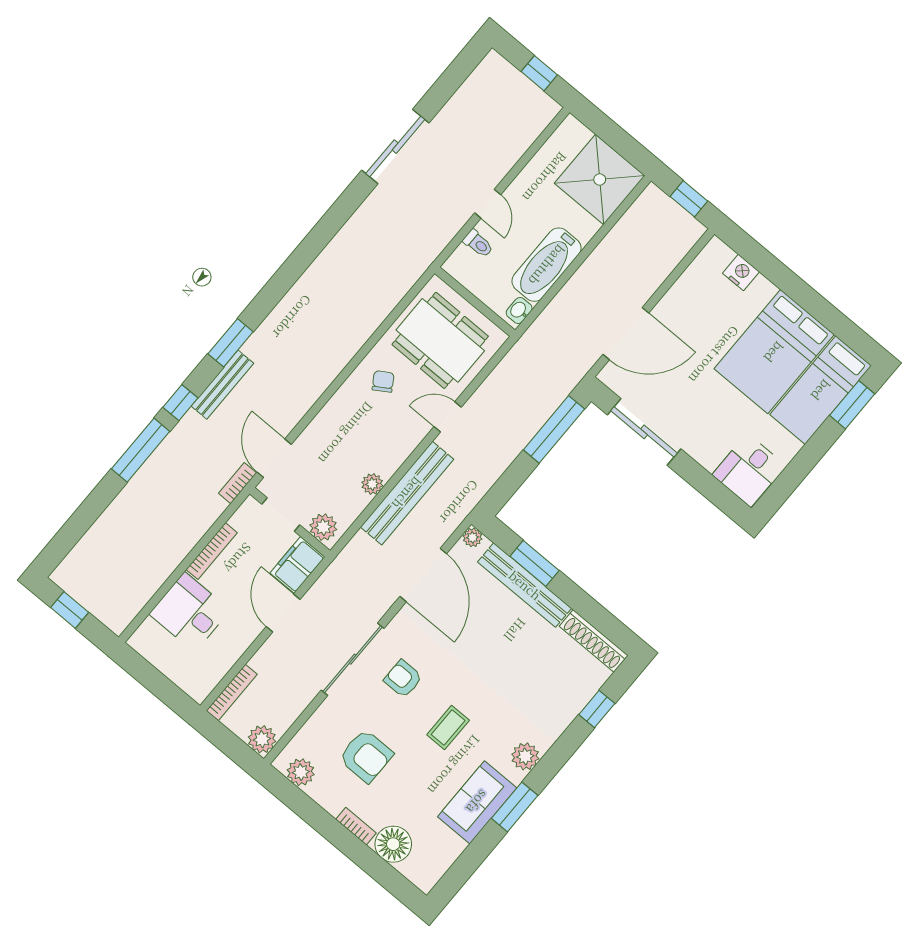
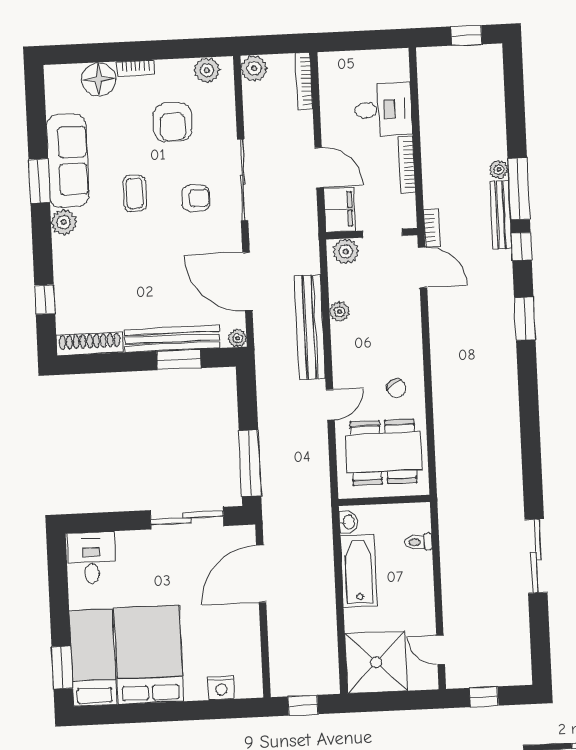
door: (488, 204) -> (441, 650), moved
bench: (222, 385) -> (501, 215), moved
plant: (142, 480) -> (499, 169), added
armchair: (366, 756) -> (173, 122), turned -90
sofa: (477, 802) -> (68, 161), width x1.36

